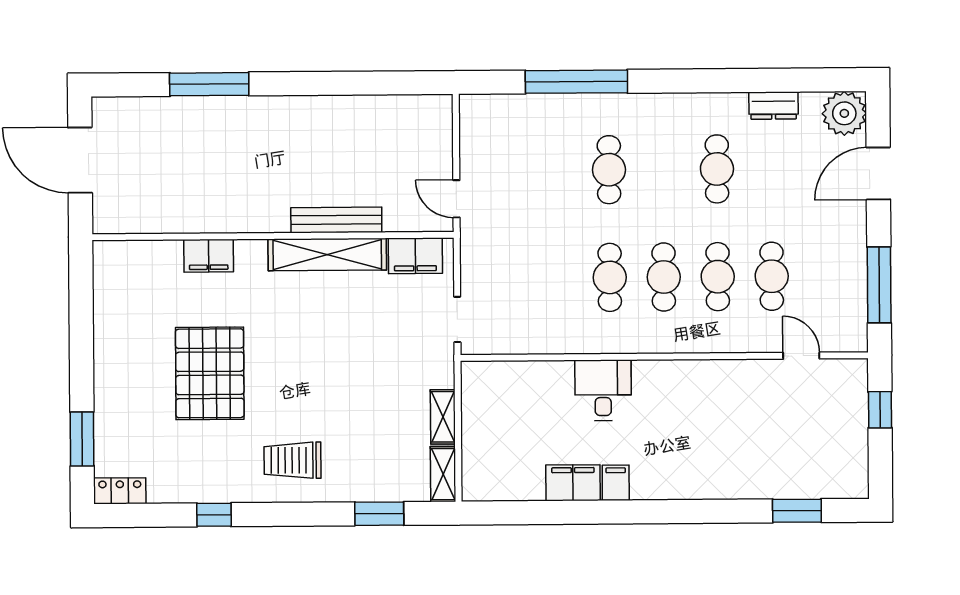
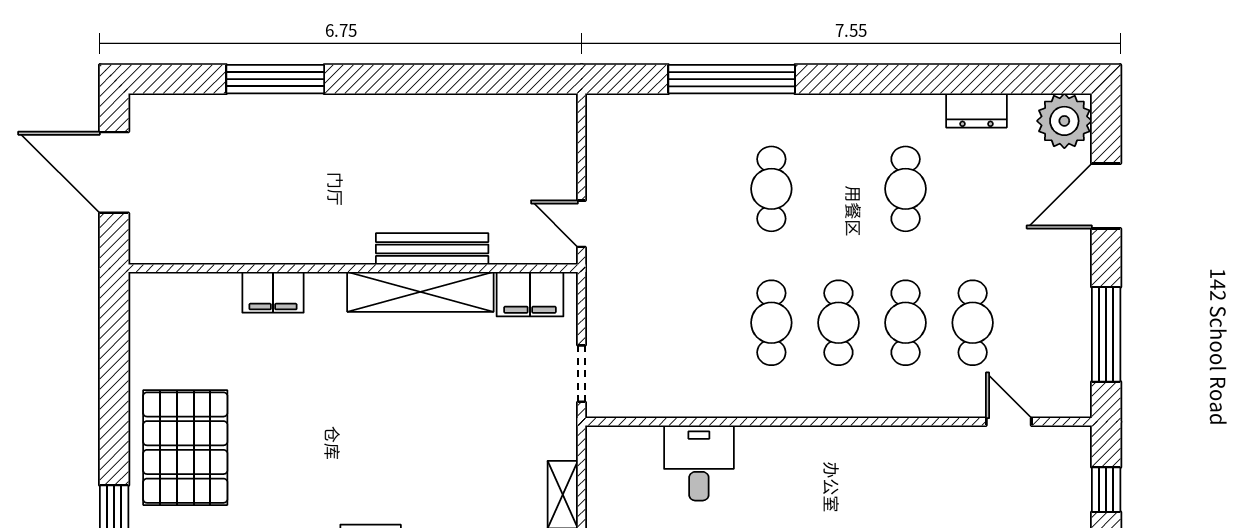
pallet: (210, 373) -> (185, 448), moved
desk: (603, 390) -> (699, 463), moved

